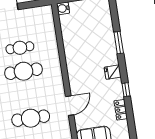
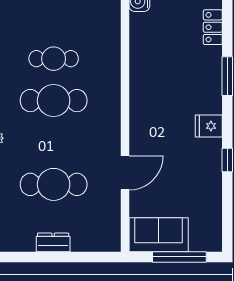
locker: (121, 110) -> (213, 27), moved

